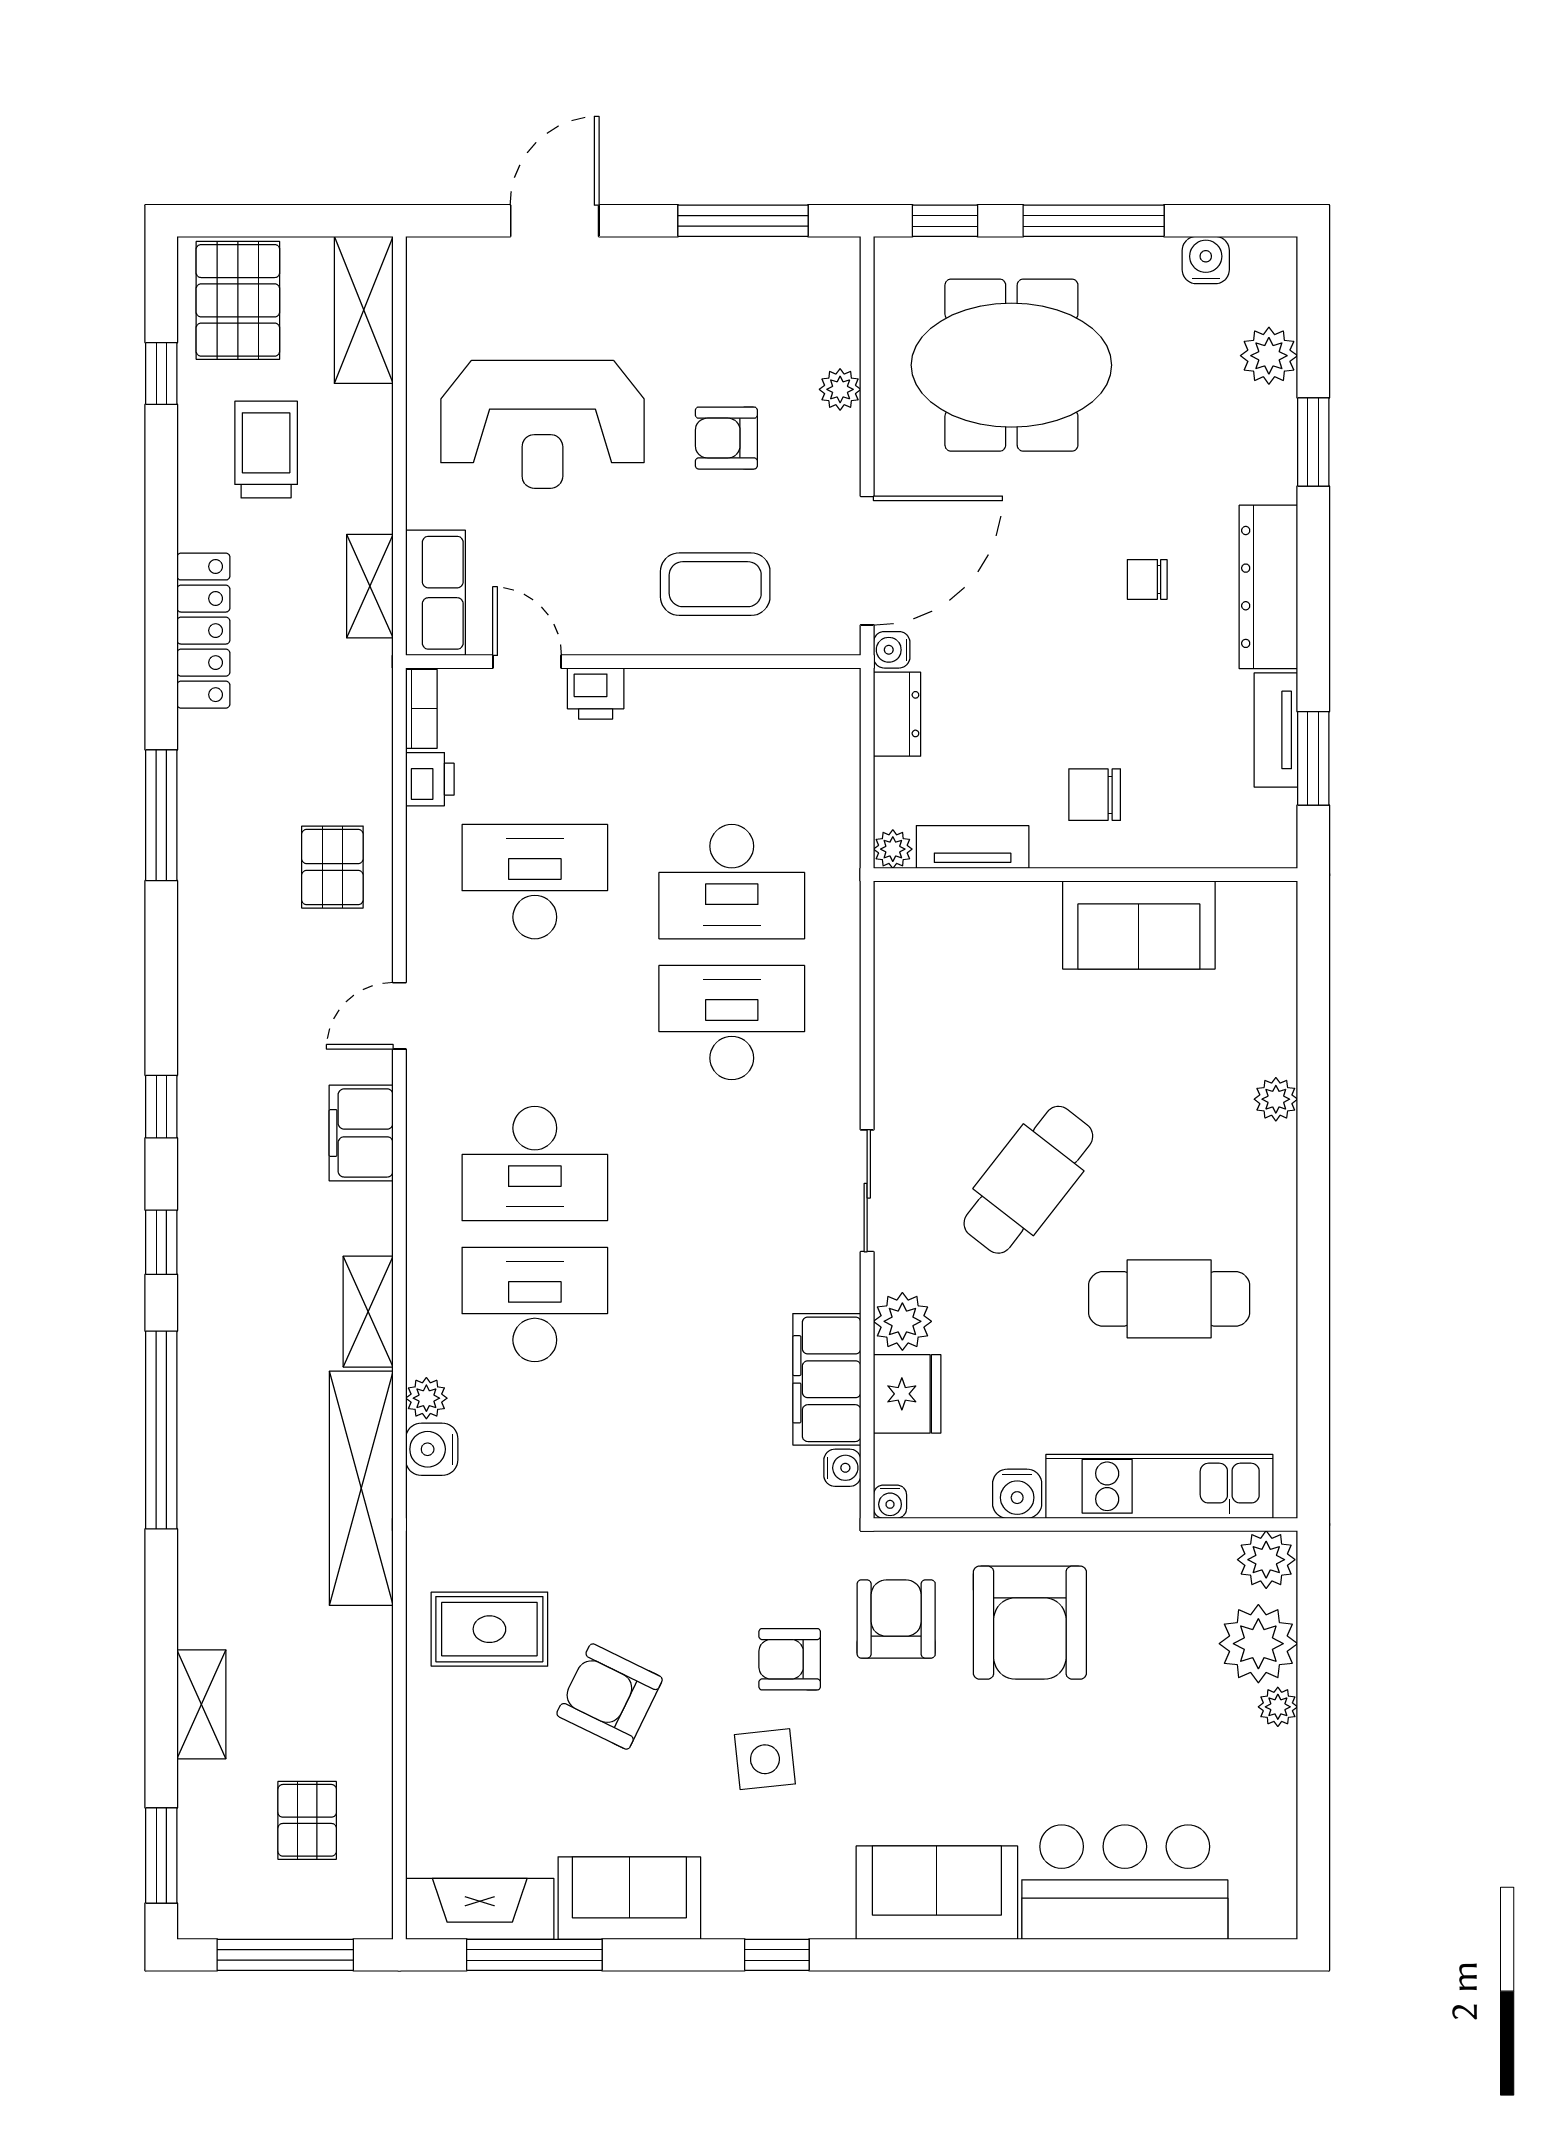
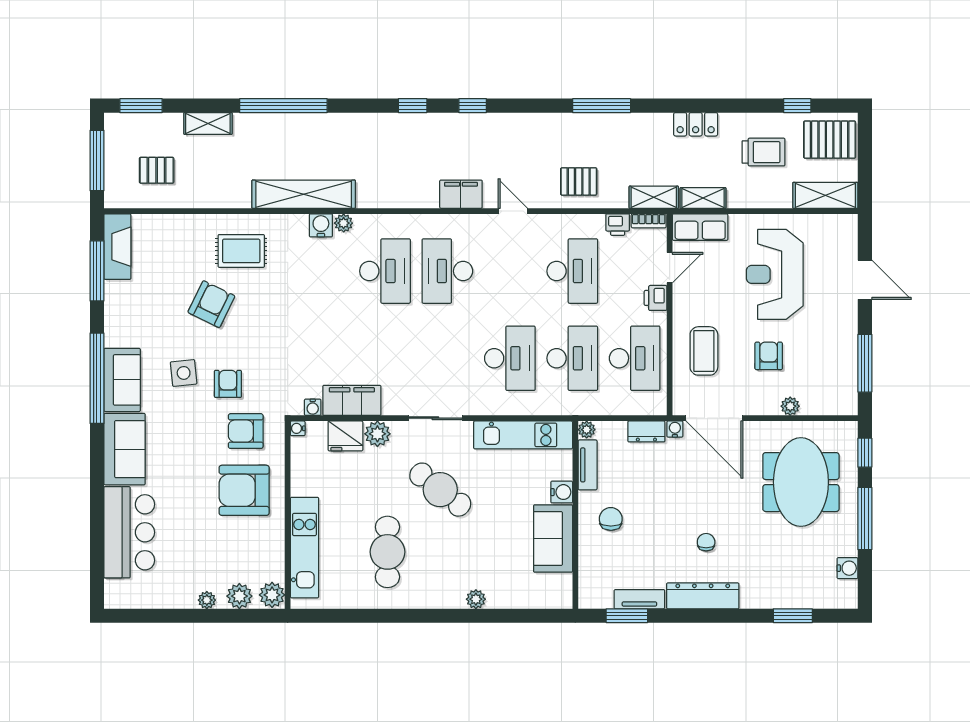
plant: (1269, 356) -> (805, 596), removed
window: (1313, 442) -> (793, 616), moved
locker: (203, 631) -> (696, 124), width x0.66
desk: (732, 741) -> (635, 358), added
desk: (732, 882) -> (572, 358), turned 180
kitchen unit: (905, 993) -> (523, 435), added
shelving: (368, 1312) -> (654, 197), moved
window: (161, 1430) -> (283, 106), moved
water cooler: (1017, 1494) -> (562, 492), moved, turned 180
armchair: (896, 1619) -> (246, 431), turned 180
rug: (489, 1629) -> (241, 251), turned 90
plant: (1258, 1644) -> (239, 596), width x0.73, depth x0.73
sofa: (629, 1898) -> (122, 380), moved
window: (777, 1955) -> (97, 378), width x3.17

